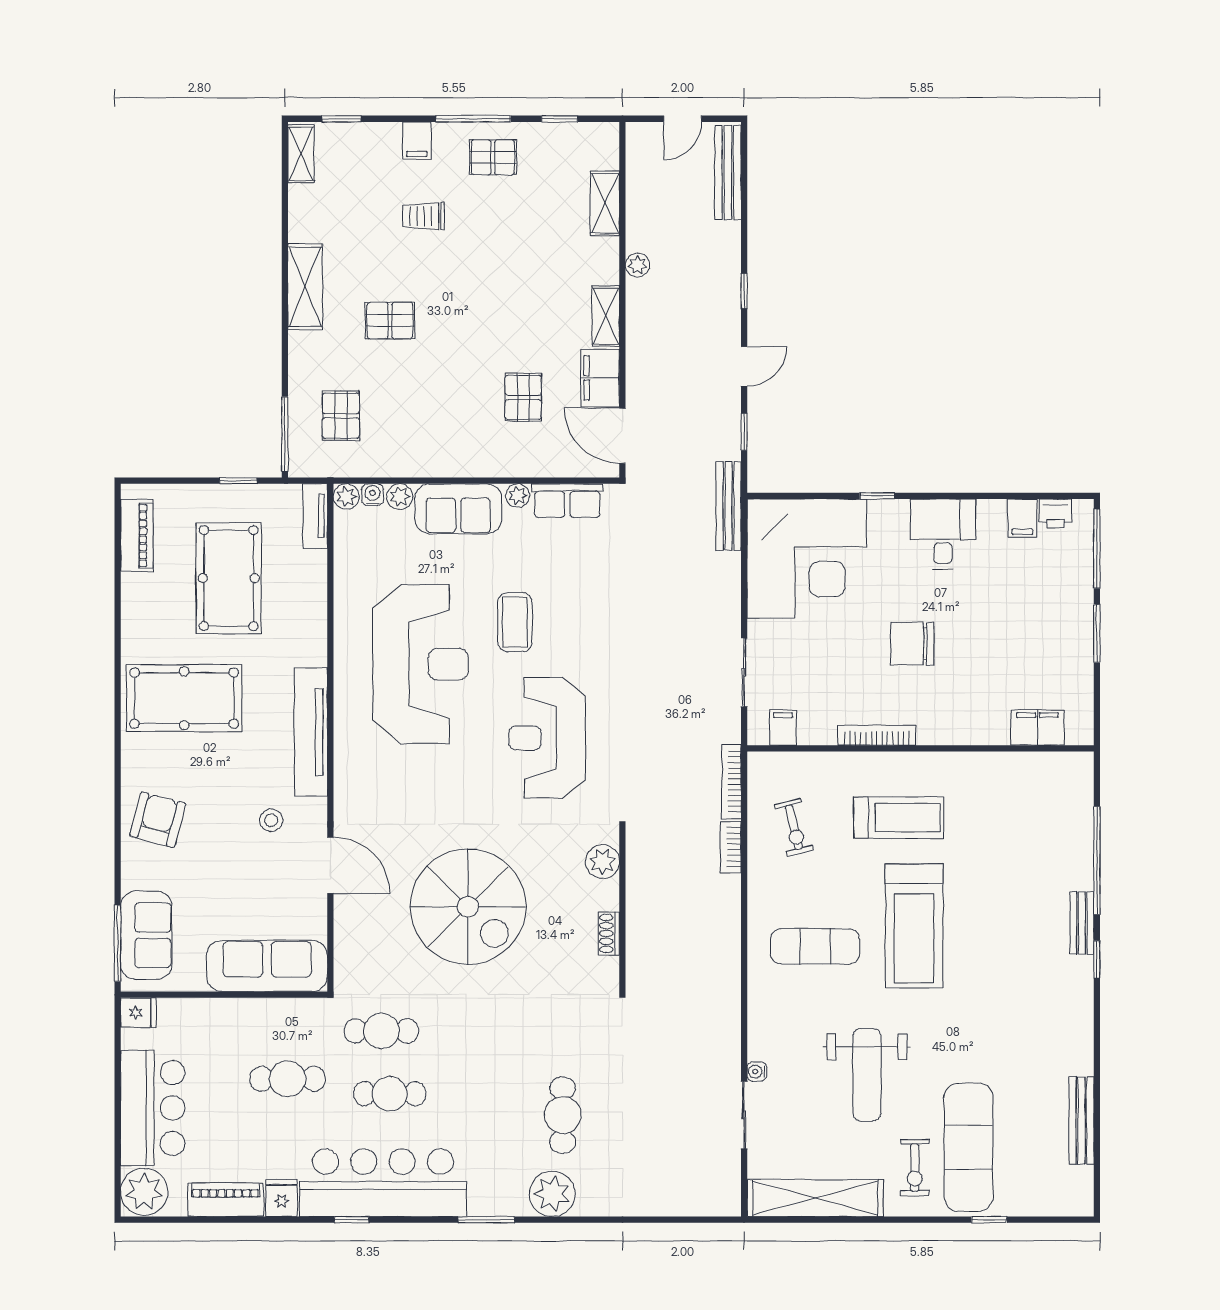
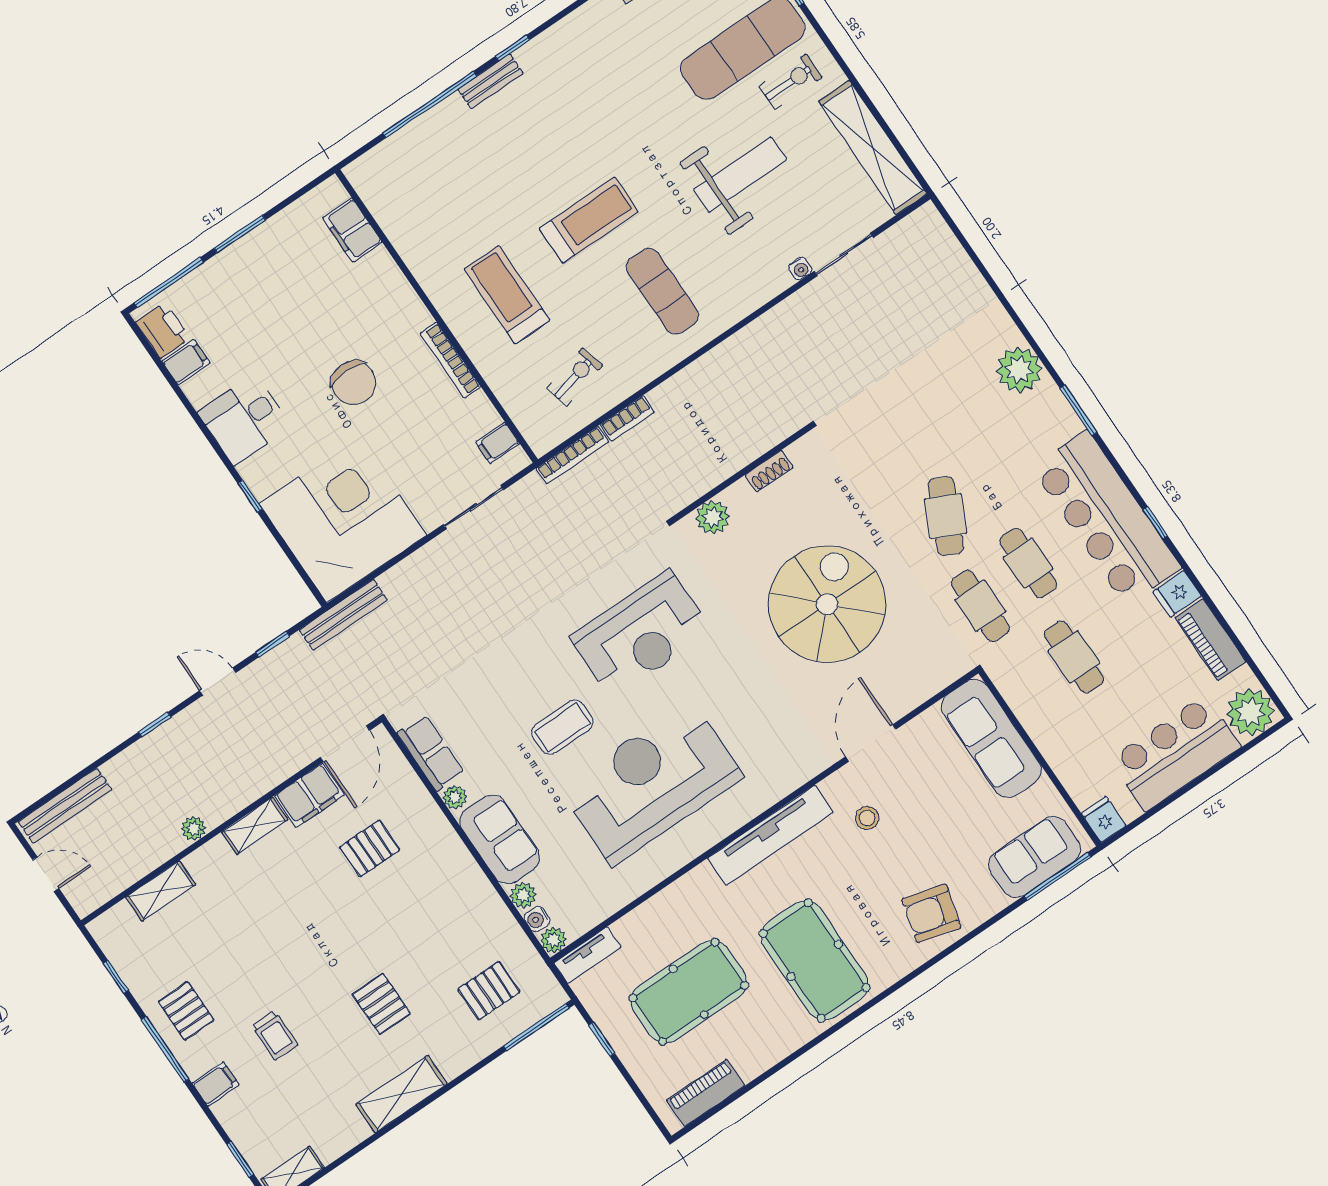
printer: (1055, 514) -> (163, 330), width x1.36, depth x1.24
treadmill: (914, 926) -> (589, 220), width x0.73, depth x0.73
cafe table: (563, 1115) -> (946, 516), moved, turned -64

